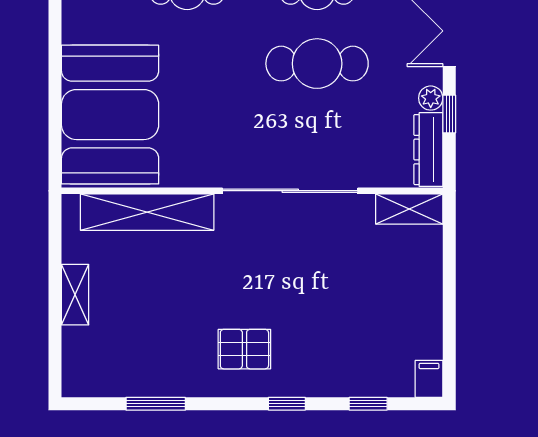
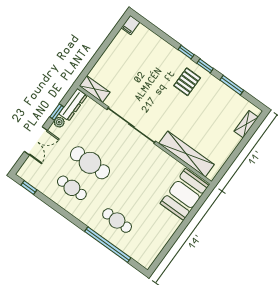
booth: (110, 115) -> (184, 194), width x0.73, depth x0.70
shelving: (75, 295) -> (246, 124), moved
pallet: (244, 349) -> (187, 82), turned 90
window: (368, 404) -> (205, 66), moved

